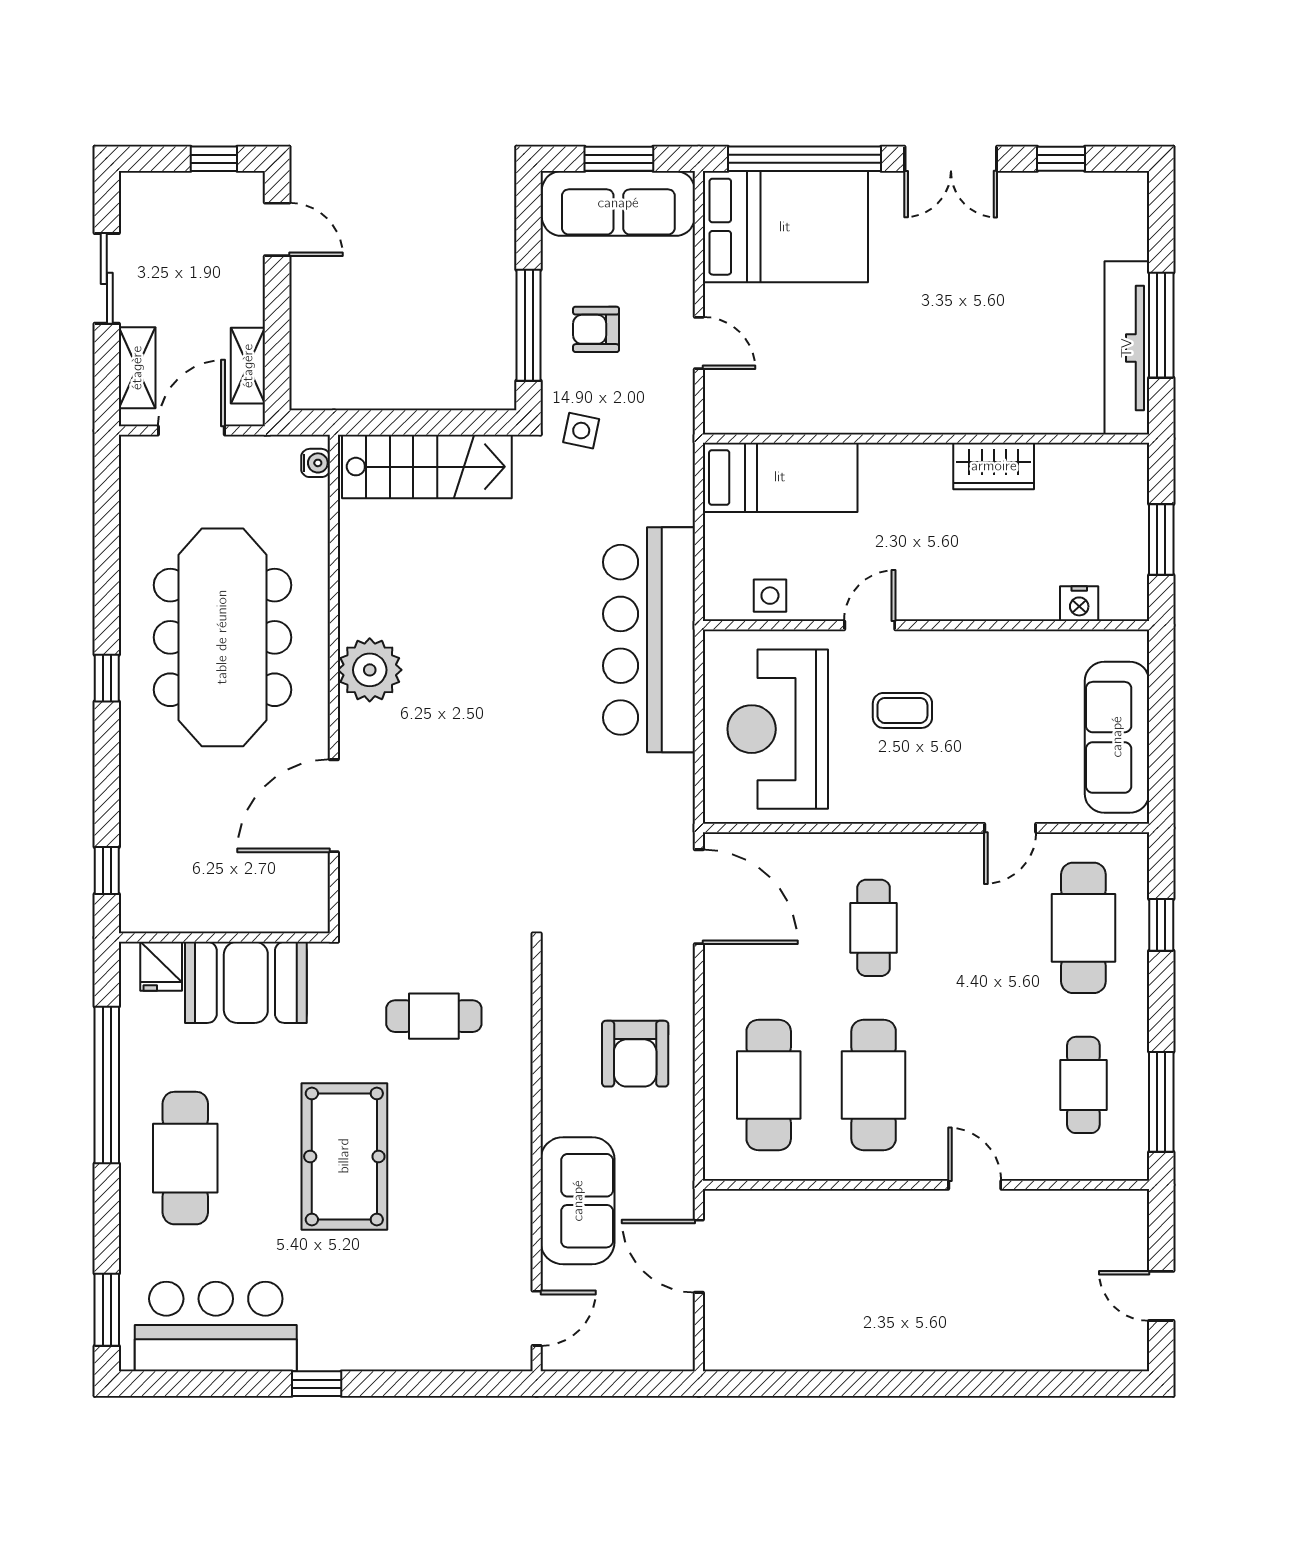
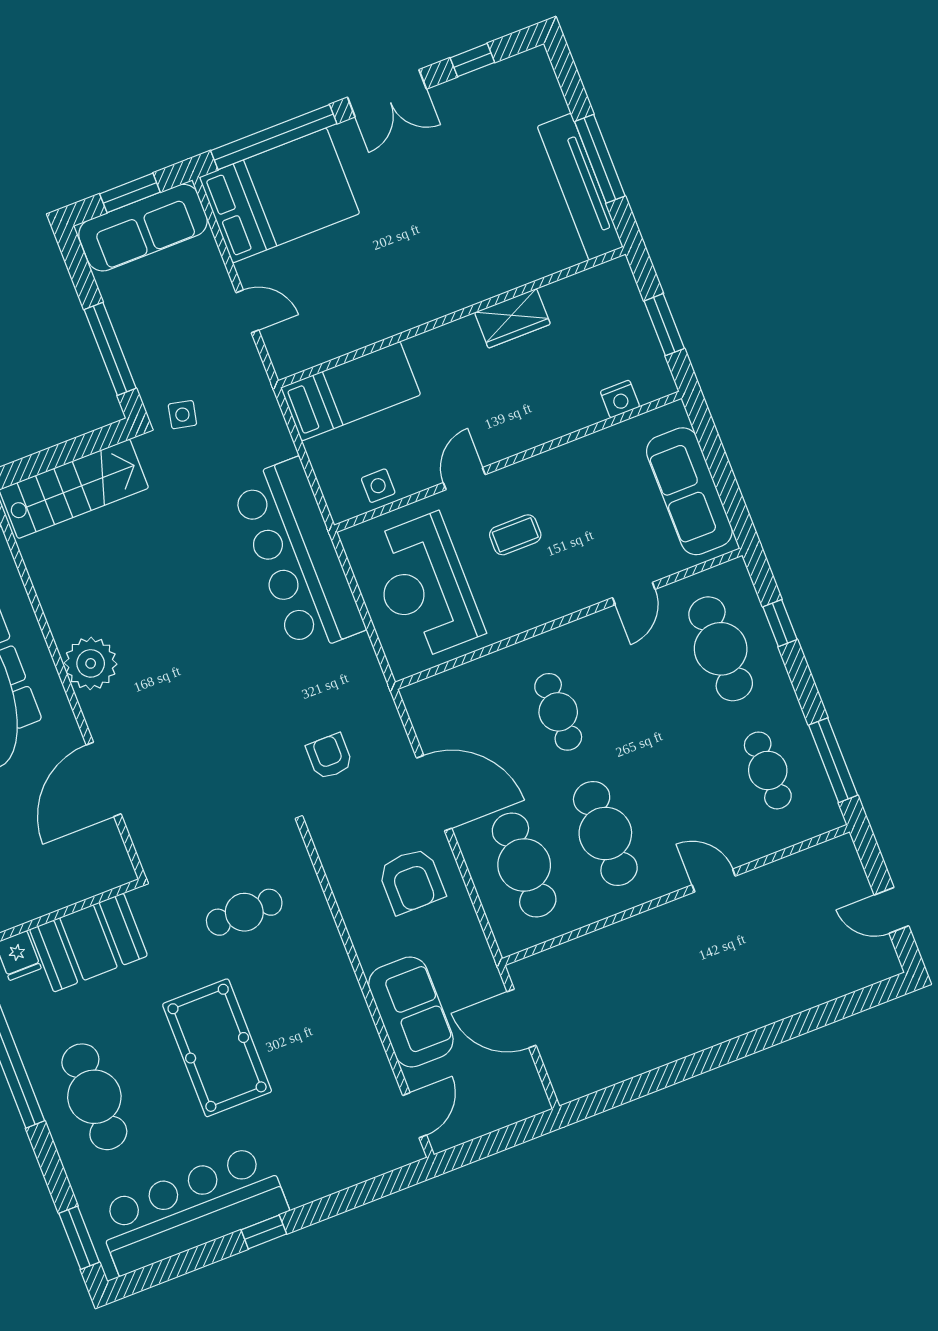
armchair: (596, 329) -> (329, 756), moved, turned 90
door: (699, 897) -> (434, 793), moved
bar counter: (216, 1327) -> (191, 1209), width x1.36

